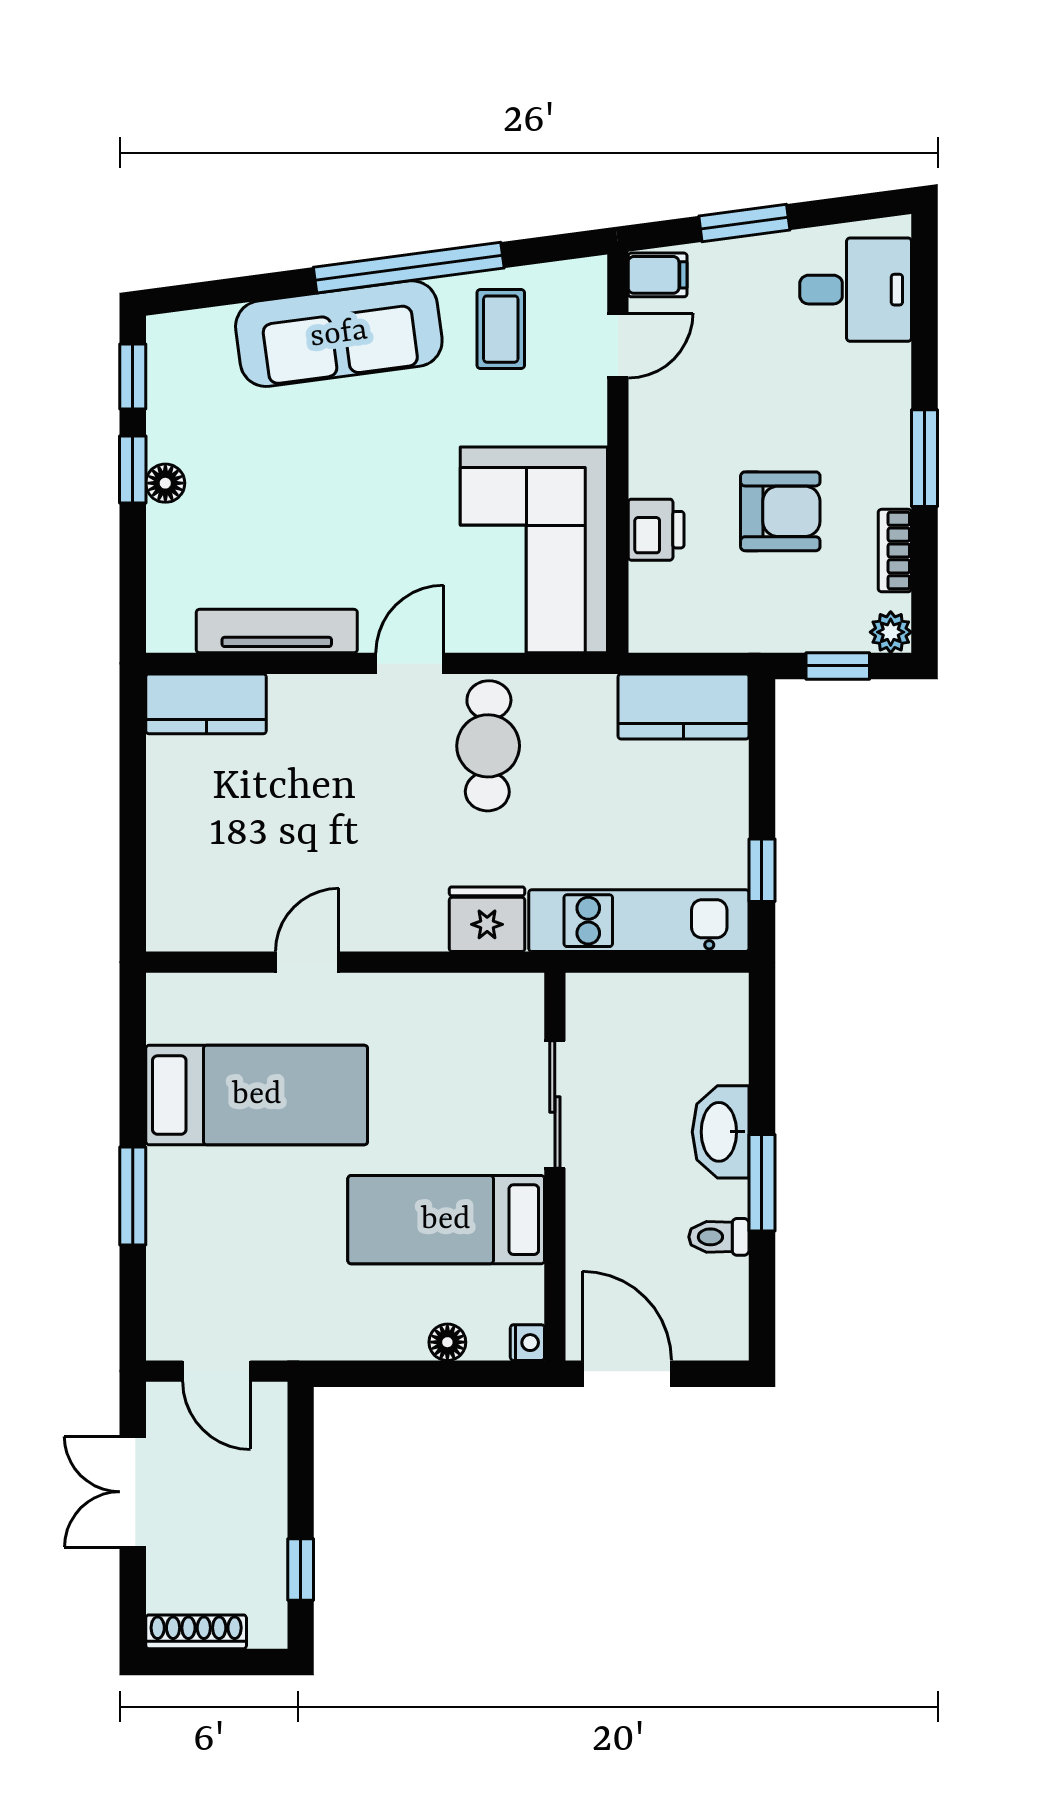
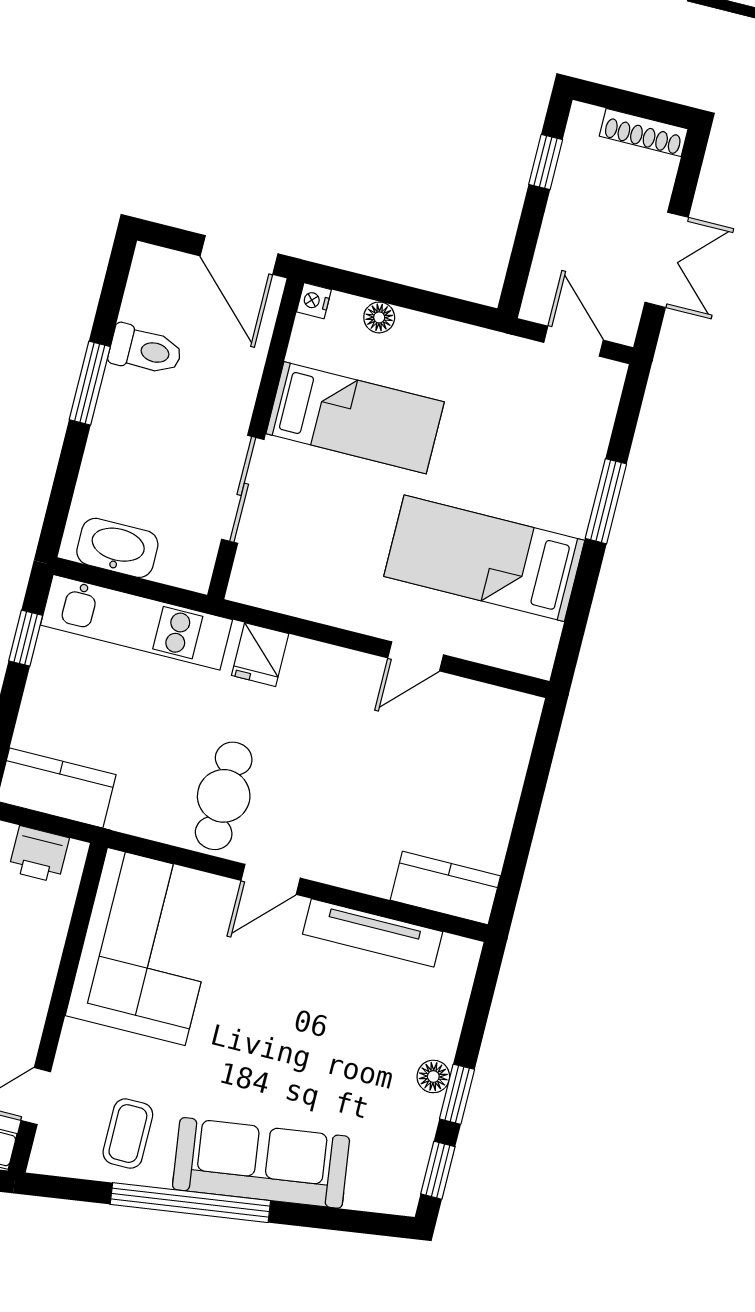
printer: (656, 530) -> (39, 854), moved, turned -90
fridge: (487, 919) -> (260, 655), width x0.72
washbasin: (721, 1132) -> (117, 548), moved, turned -90
toilet: (719, 1237) -> (145, 350), width x1.37, depth x1.39

